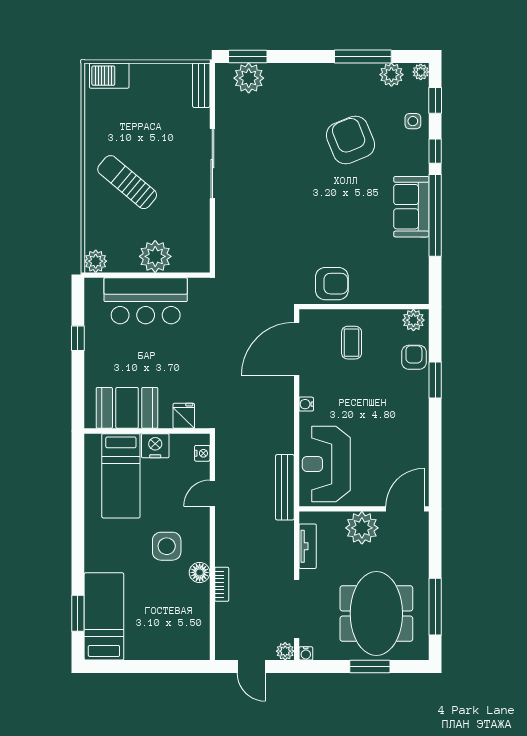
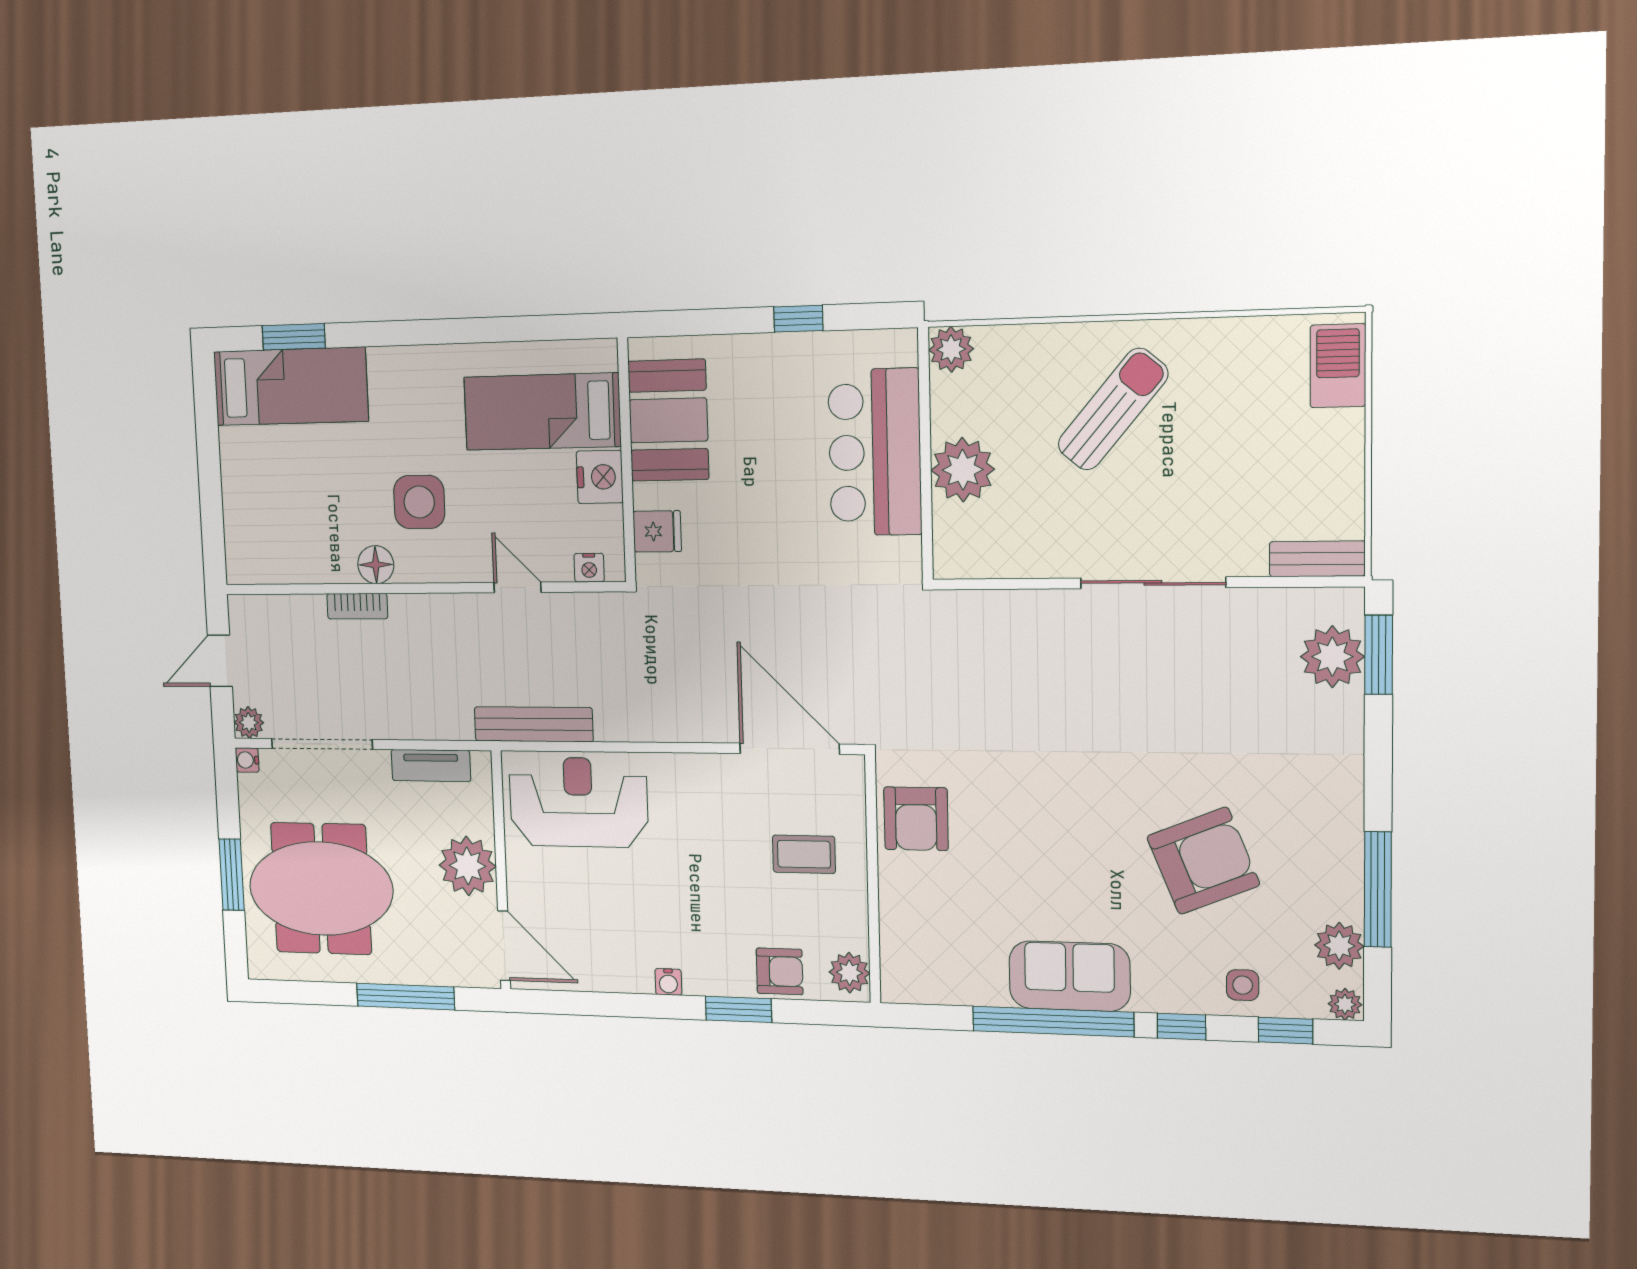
water cooler: (306, 404) -> (668, 982), moved, turned 180
window: (435, 607) -> (405, 997), moved

